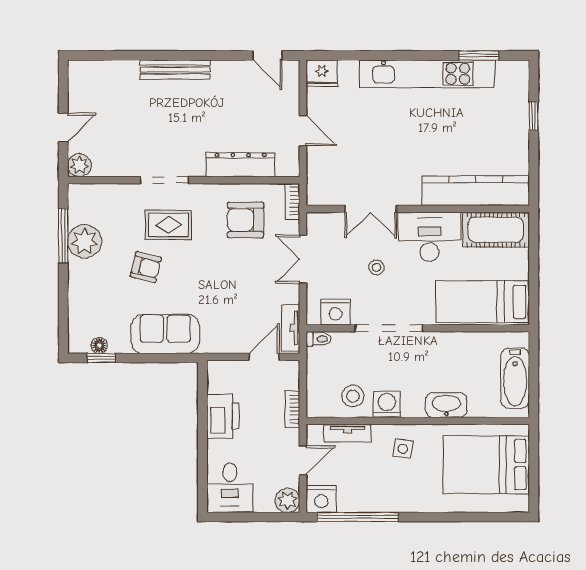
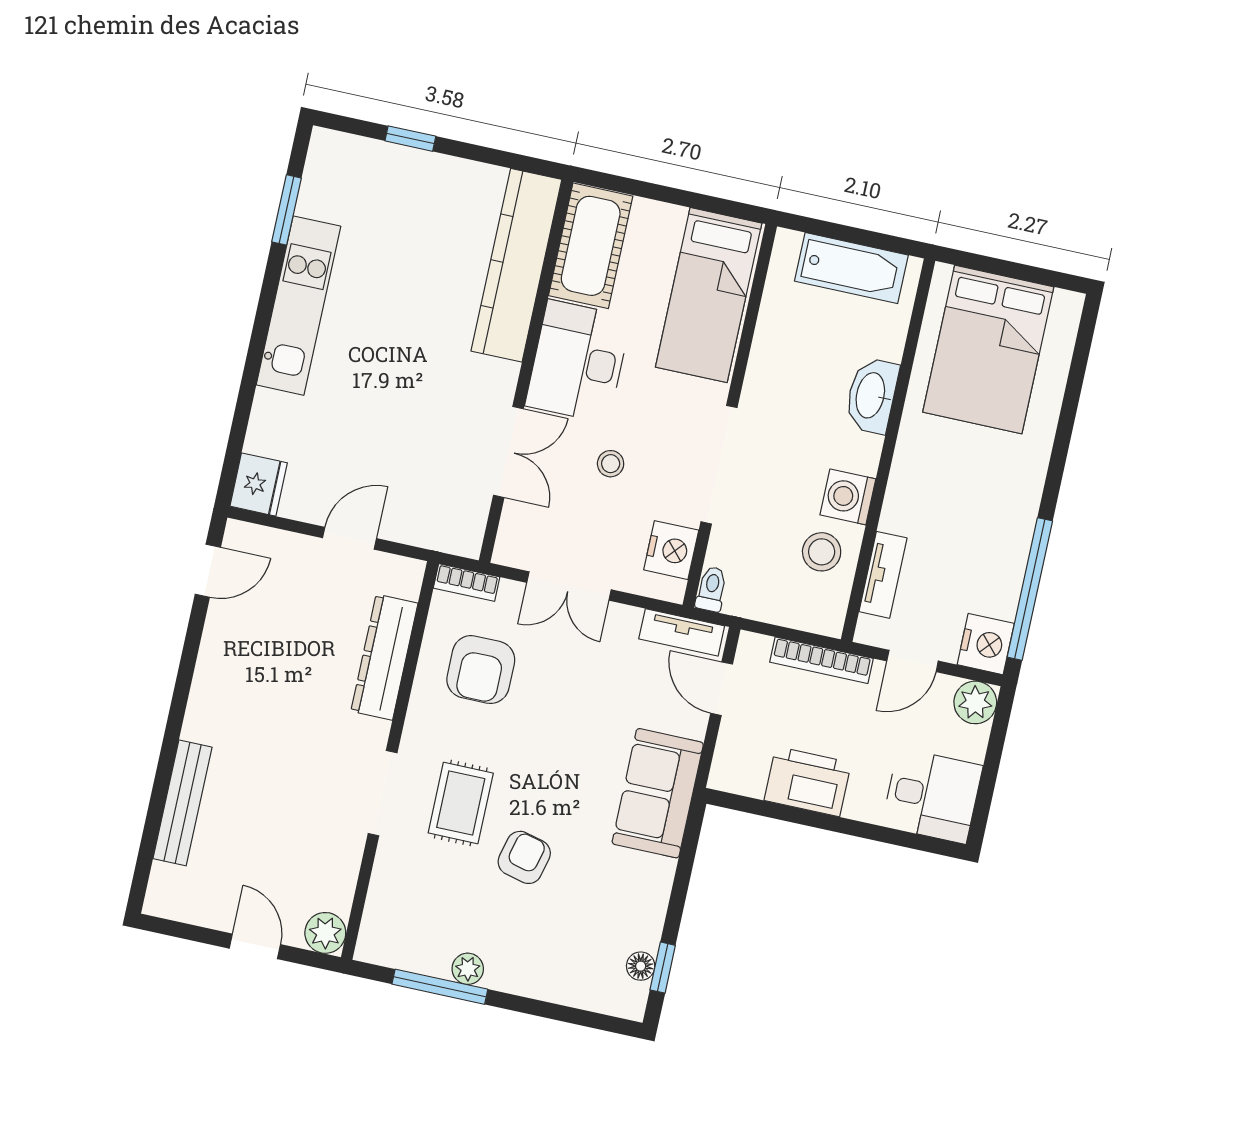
bench: (175, 70) -> (183, 803), moved
kitchen unit: (427, 74) -> (299, 306), width x0.73
plant: (85, 241) -> (468, 969), width x0.53, depth x0.53
sofa: (165, 334) -> (658, 793), moved
bookcase: (292, 409) -> (822, 660), width x1.56
side table: (403, 449) -> (930, 486), removed
door: (303, 460) -> (913, 661), swing flipped

